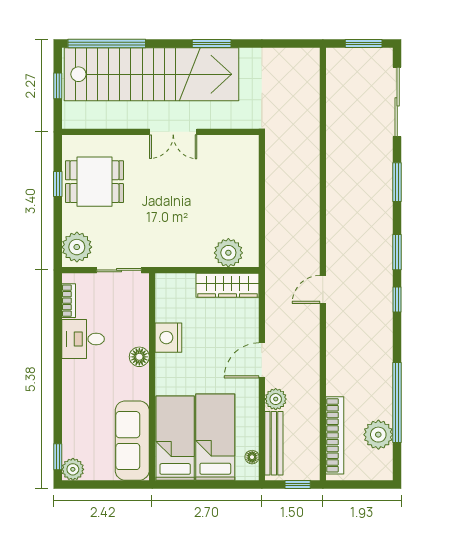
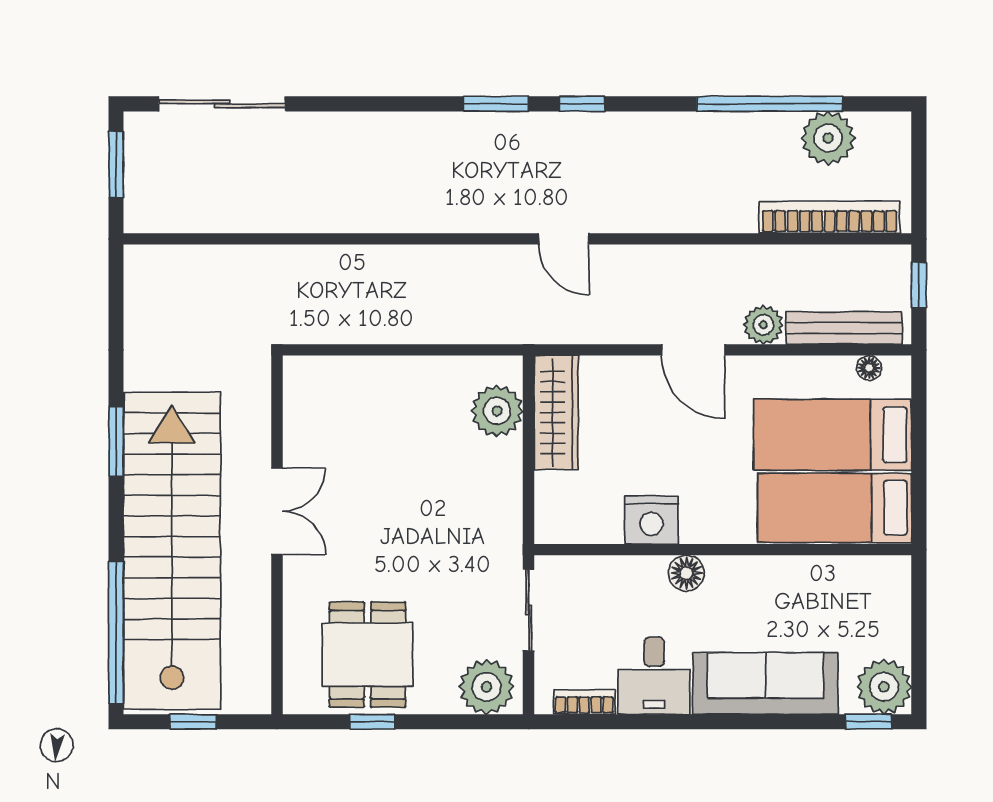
window: (397, 182) -> (369, 104), removed
sofa: (132, 441) -> (765, 683), moved, turned 180
plant: (73, 469) -> (884, 687), width x1.36, depth x1.36

